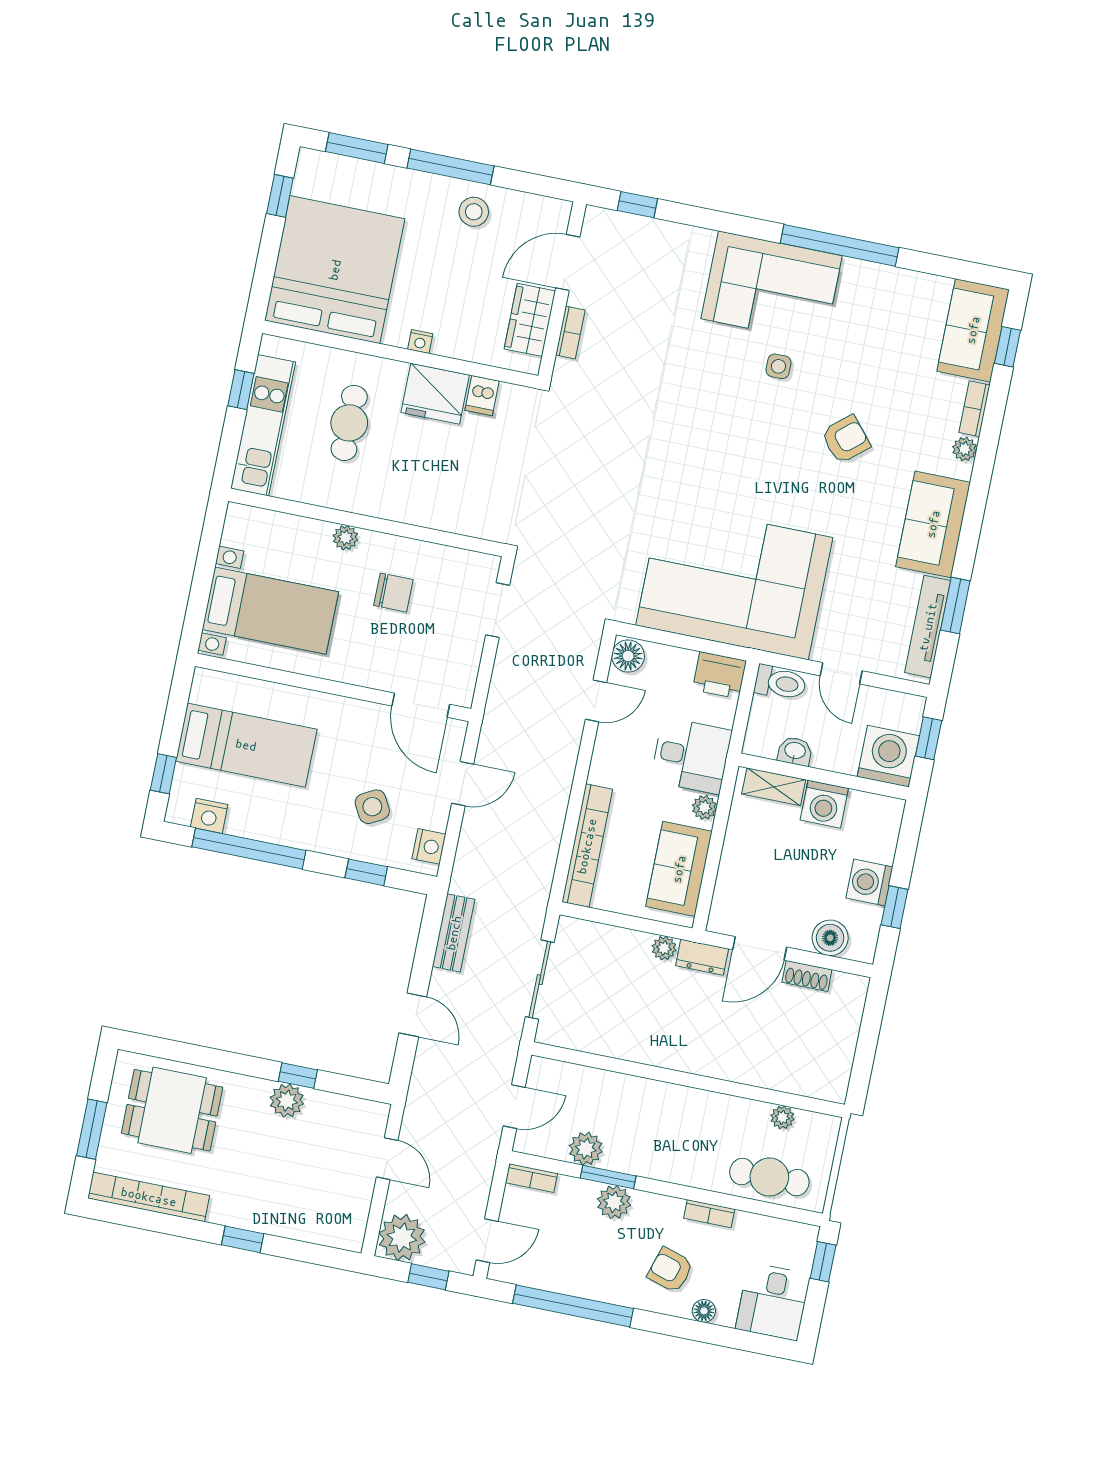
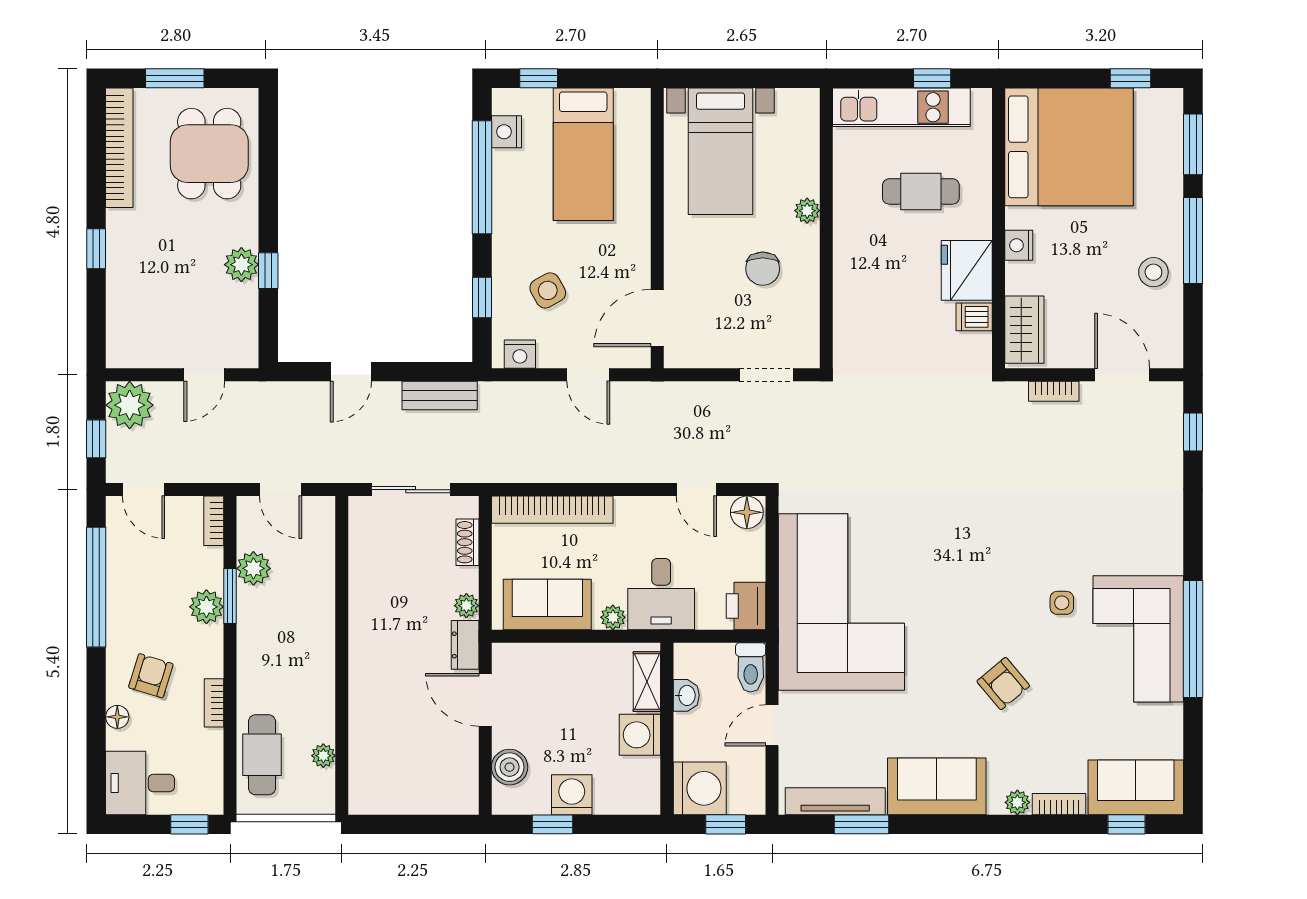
corner sofa: (772, 287) -> (1138, 639), moved
wardrobe: (530, 320) -> (1024, 330), moved, turned 90
nightstand: (420, 341) -> (1019, 245), width x1.39, depth x1.35
shoe rack: (807, 976) -> (467, 542), moved

